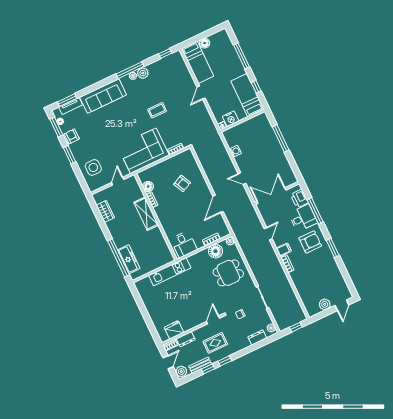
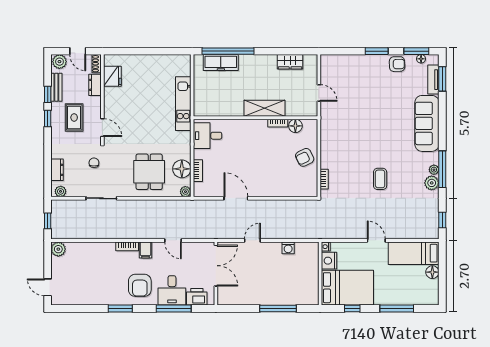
bed: (247, 95) -> (347, 288), width x1.50
corner sofa: (143, 151) -> (340, 140), removed
side table: (93, 167) -> (348, 72), removed
armchair: (182, 183) -> (305, 157), moved
plant: (325, 304) -> (58, 249), moved

